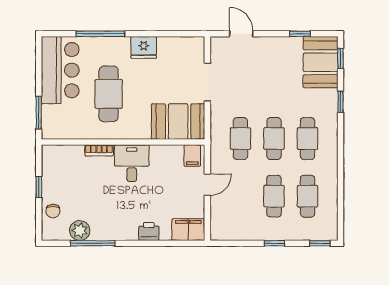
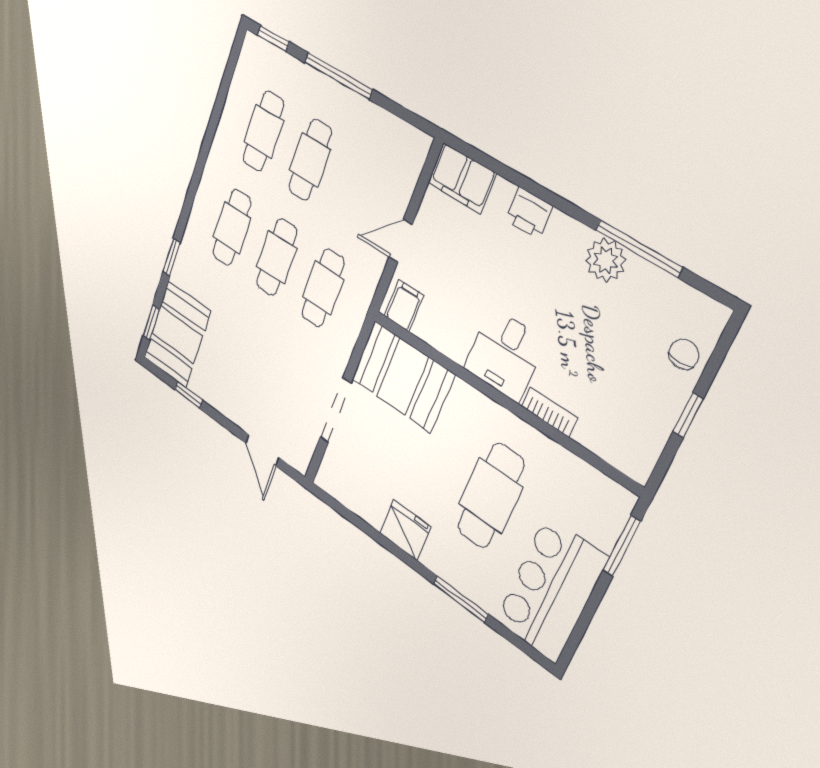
window: (100, 34) -> (461, 599), width x0.69
plant: (80, 230) -> (605, 260), moved
window: (274, 243) -> (338, 76), width x2.17

